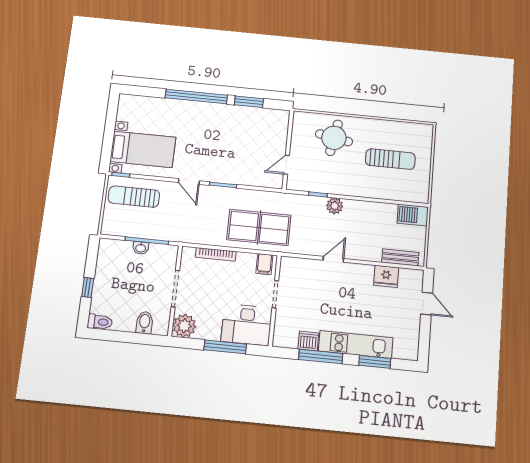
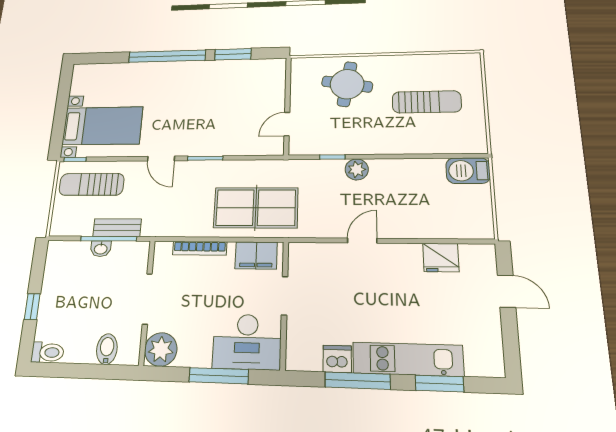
bench: (400, 257) -> (117, 228), moved
filing cabinet: (264, 264) -> (256, 255), width x2.00

